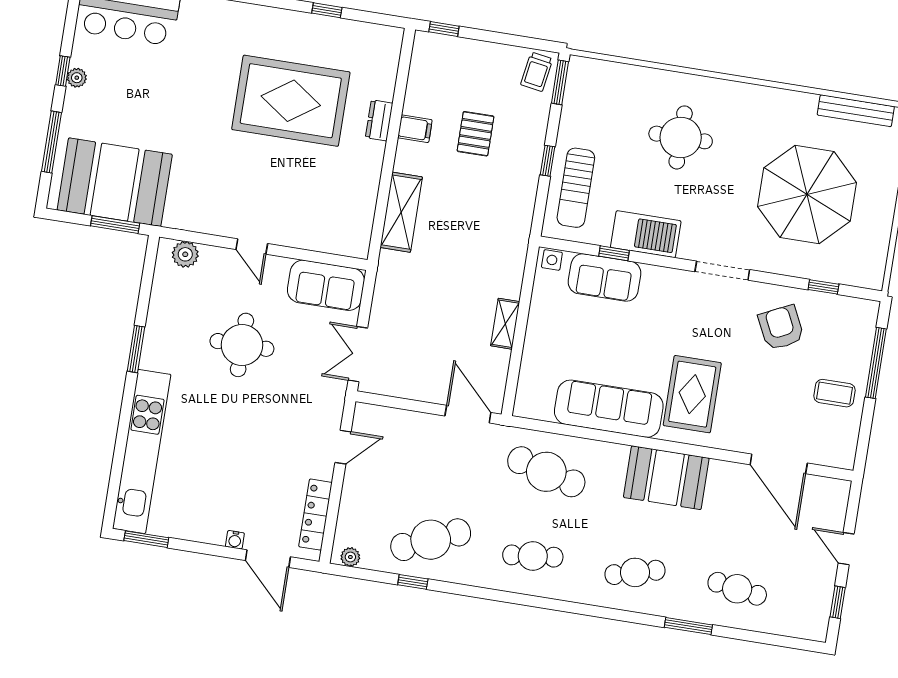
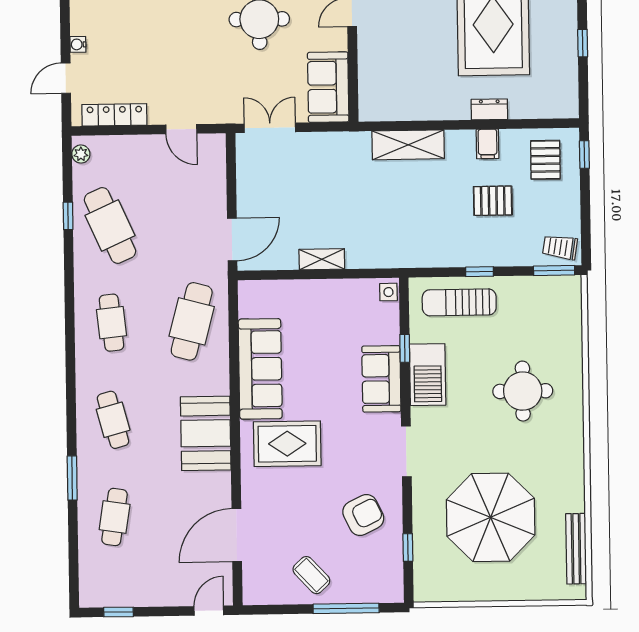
pallet: (442, 71) -> (545, 160), added
sofa: (605, 277) -> (381, 379), moved
coffee table: (834, 393) -> (311, 575), turned -43
door: (846, 549) -> (209, 611), moved
door: (268, 559) -> (66, 78), width x0.73

